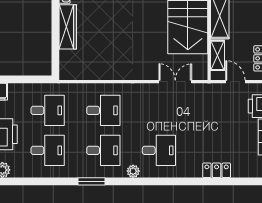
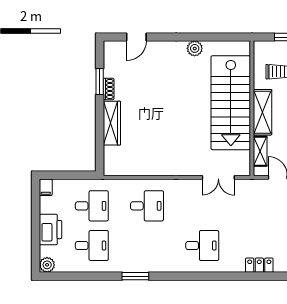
double door: (175, 82) -> (218, 177), swing flipped
desk: (103, 150) -> (147, 246), removed
plant: (133, 171) -> (177, 266), removed

